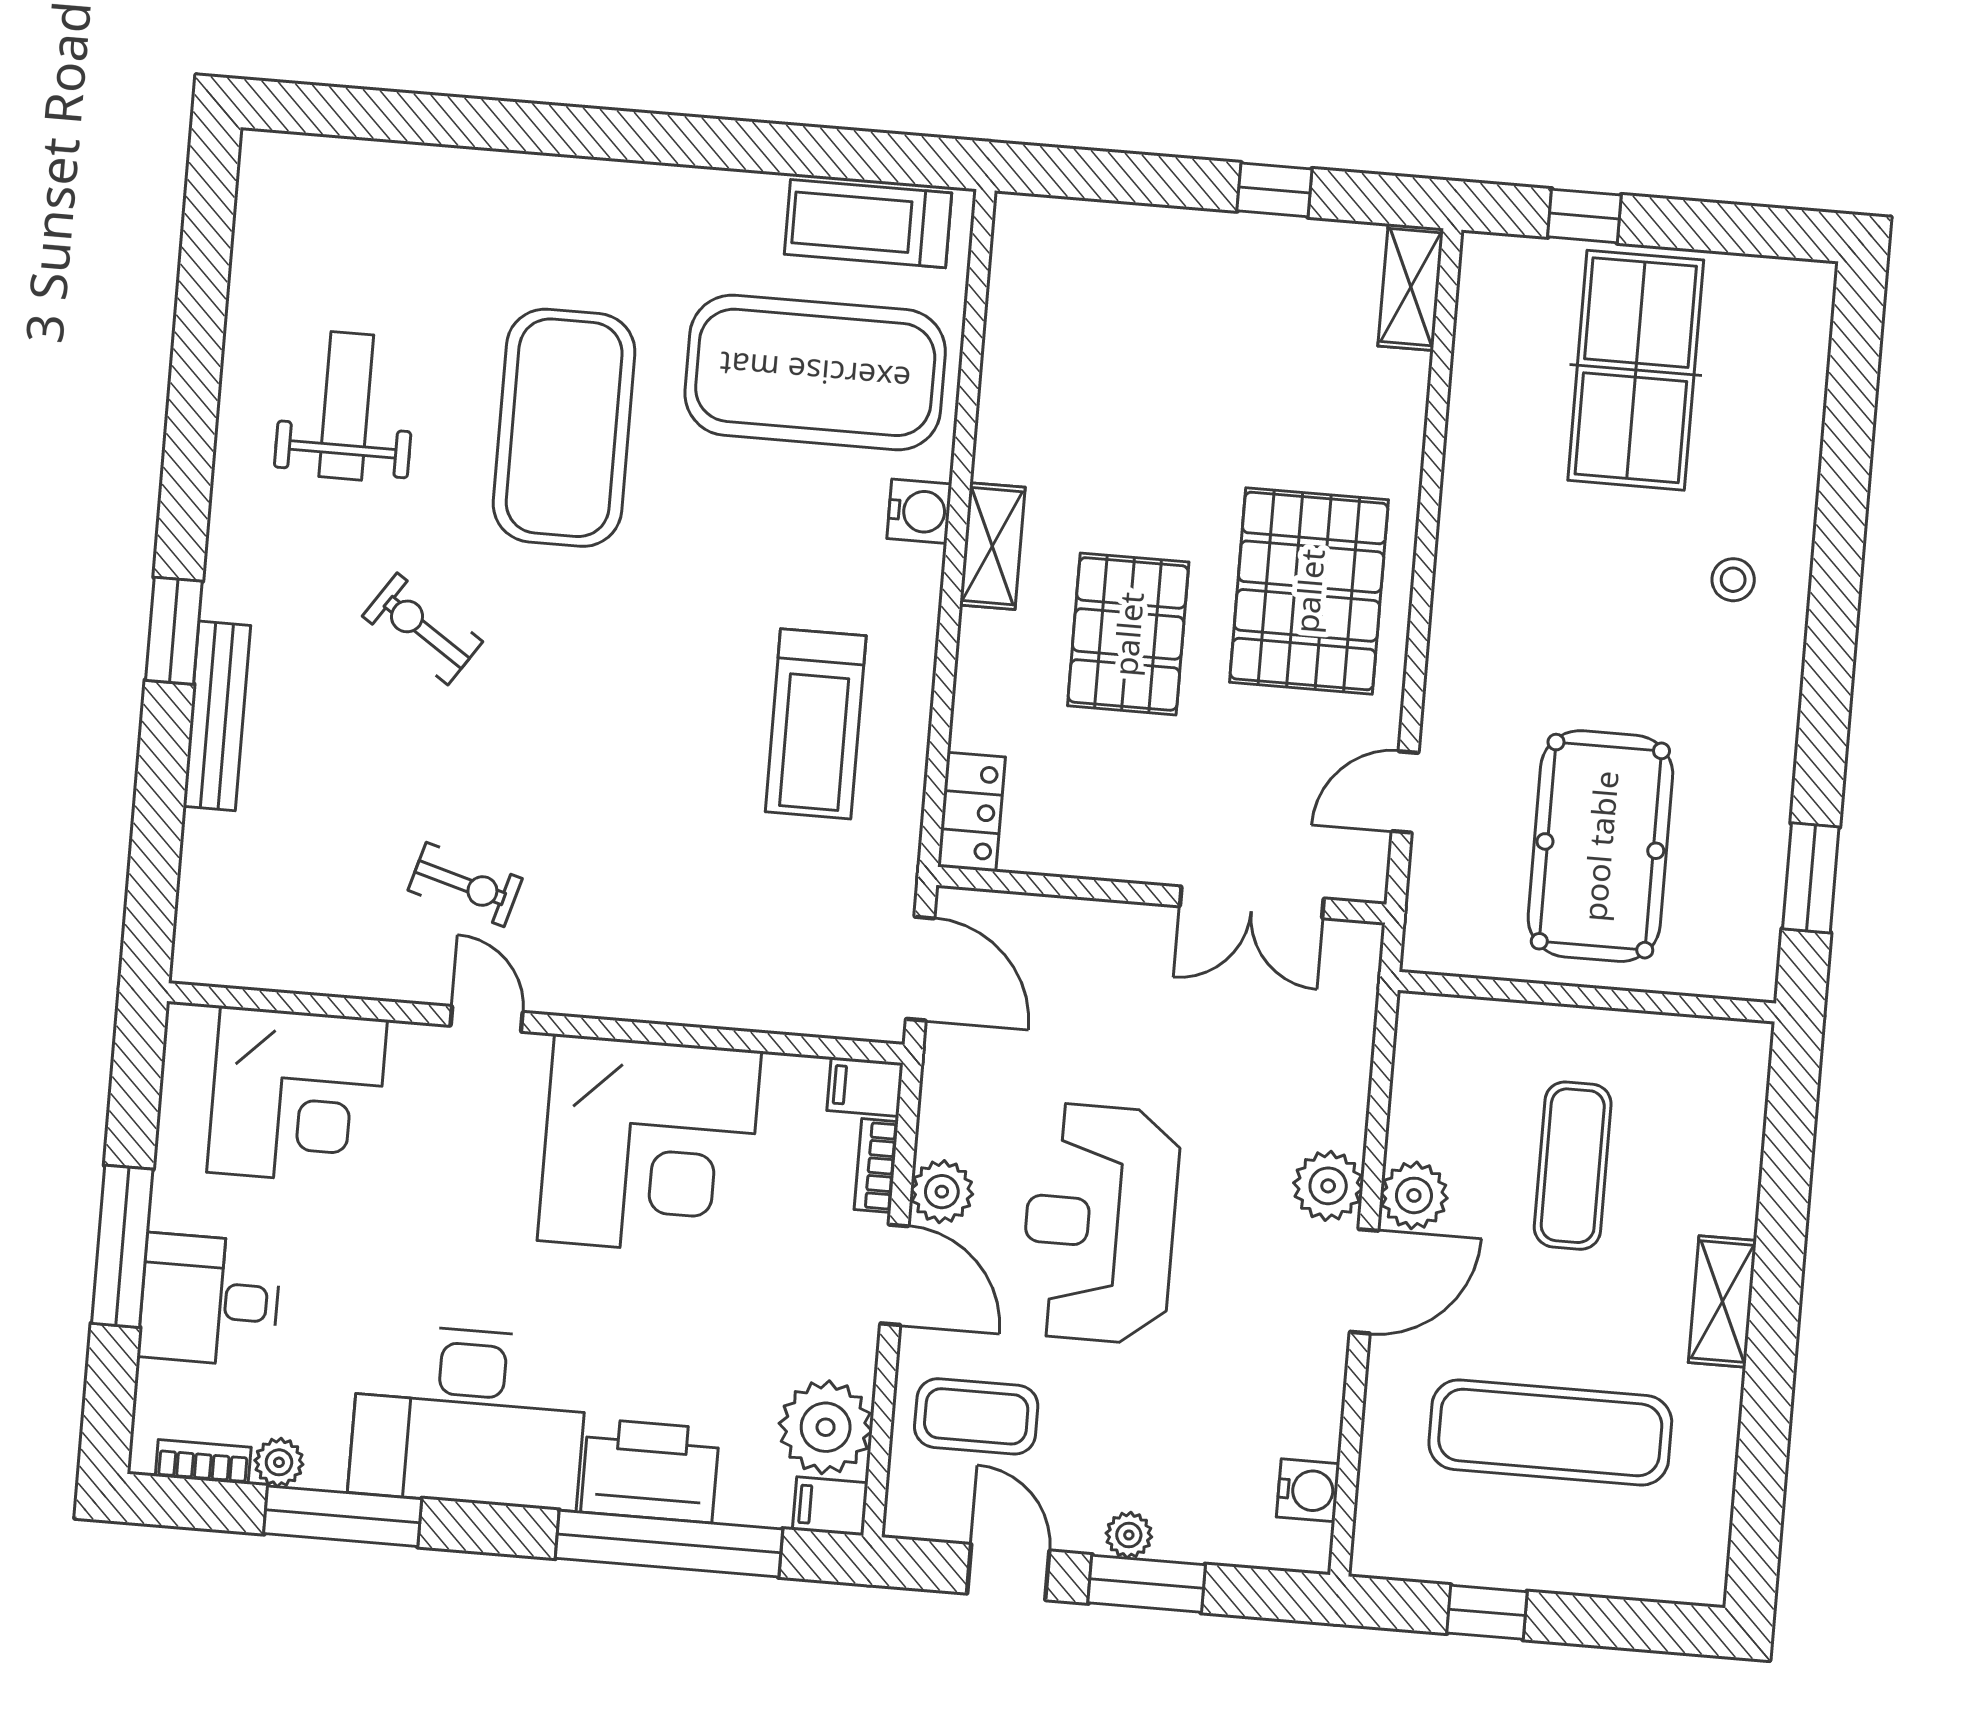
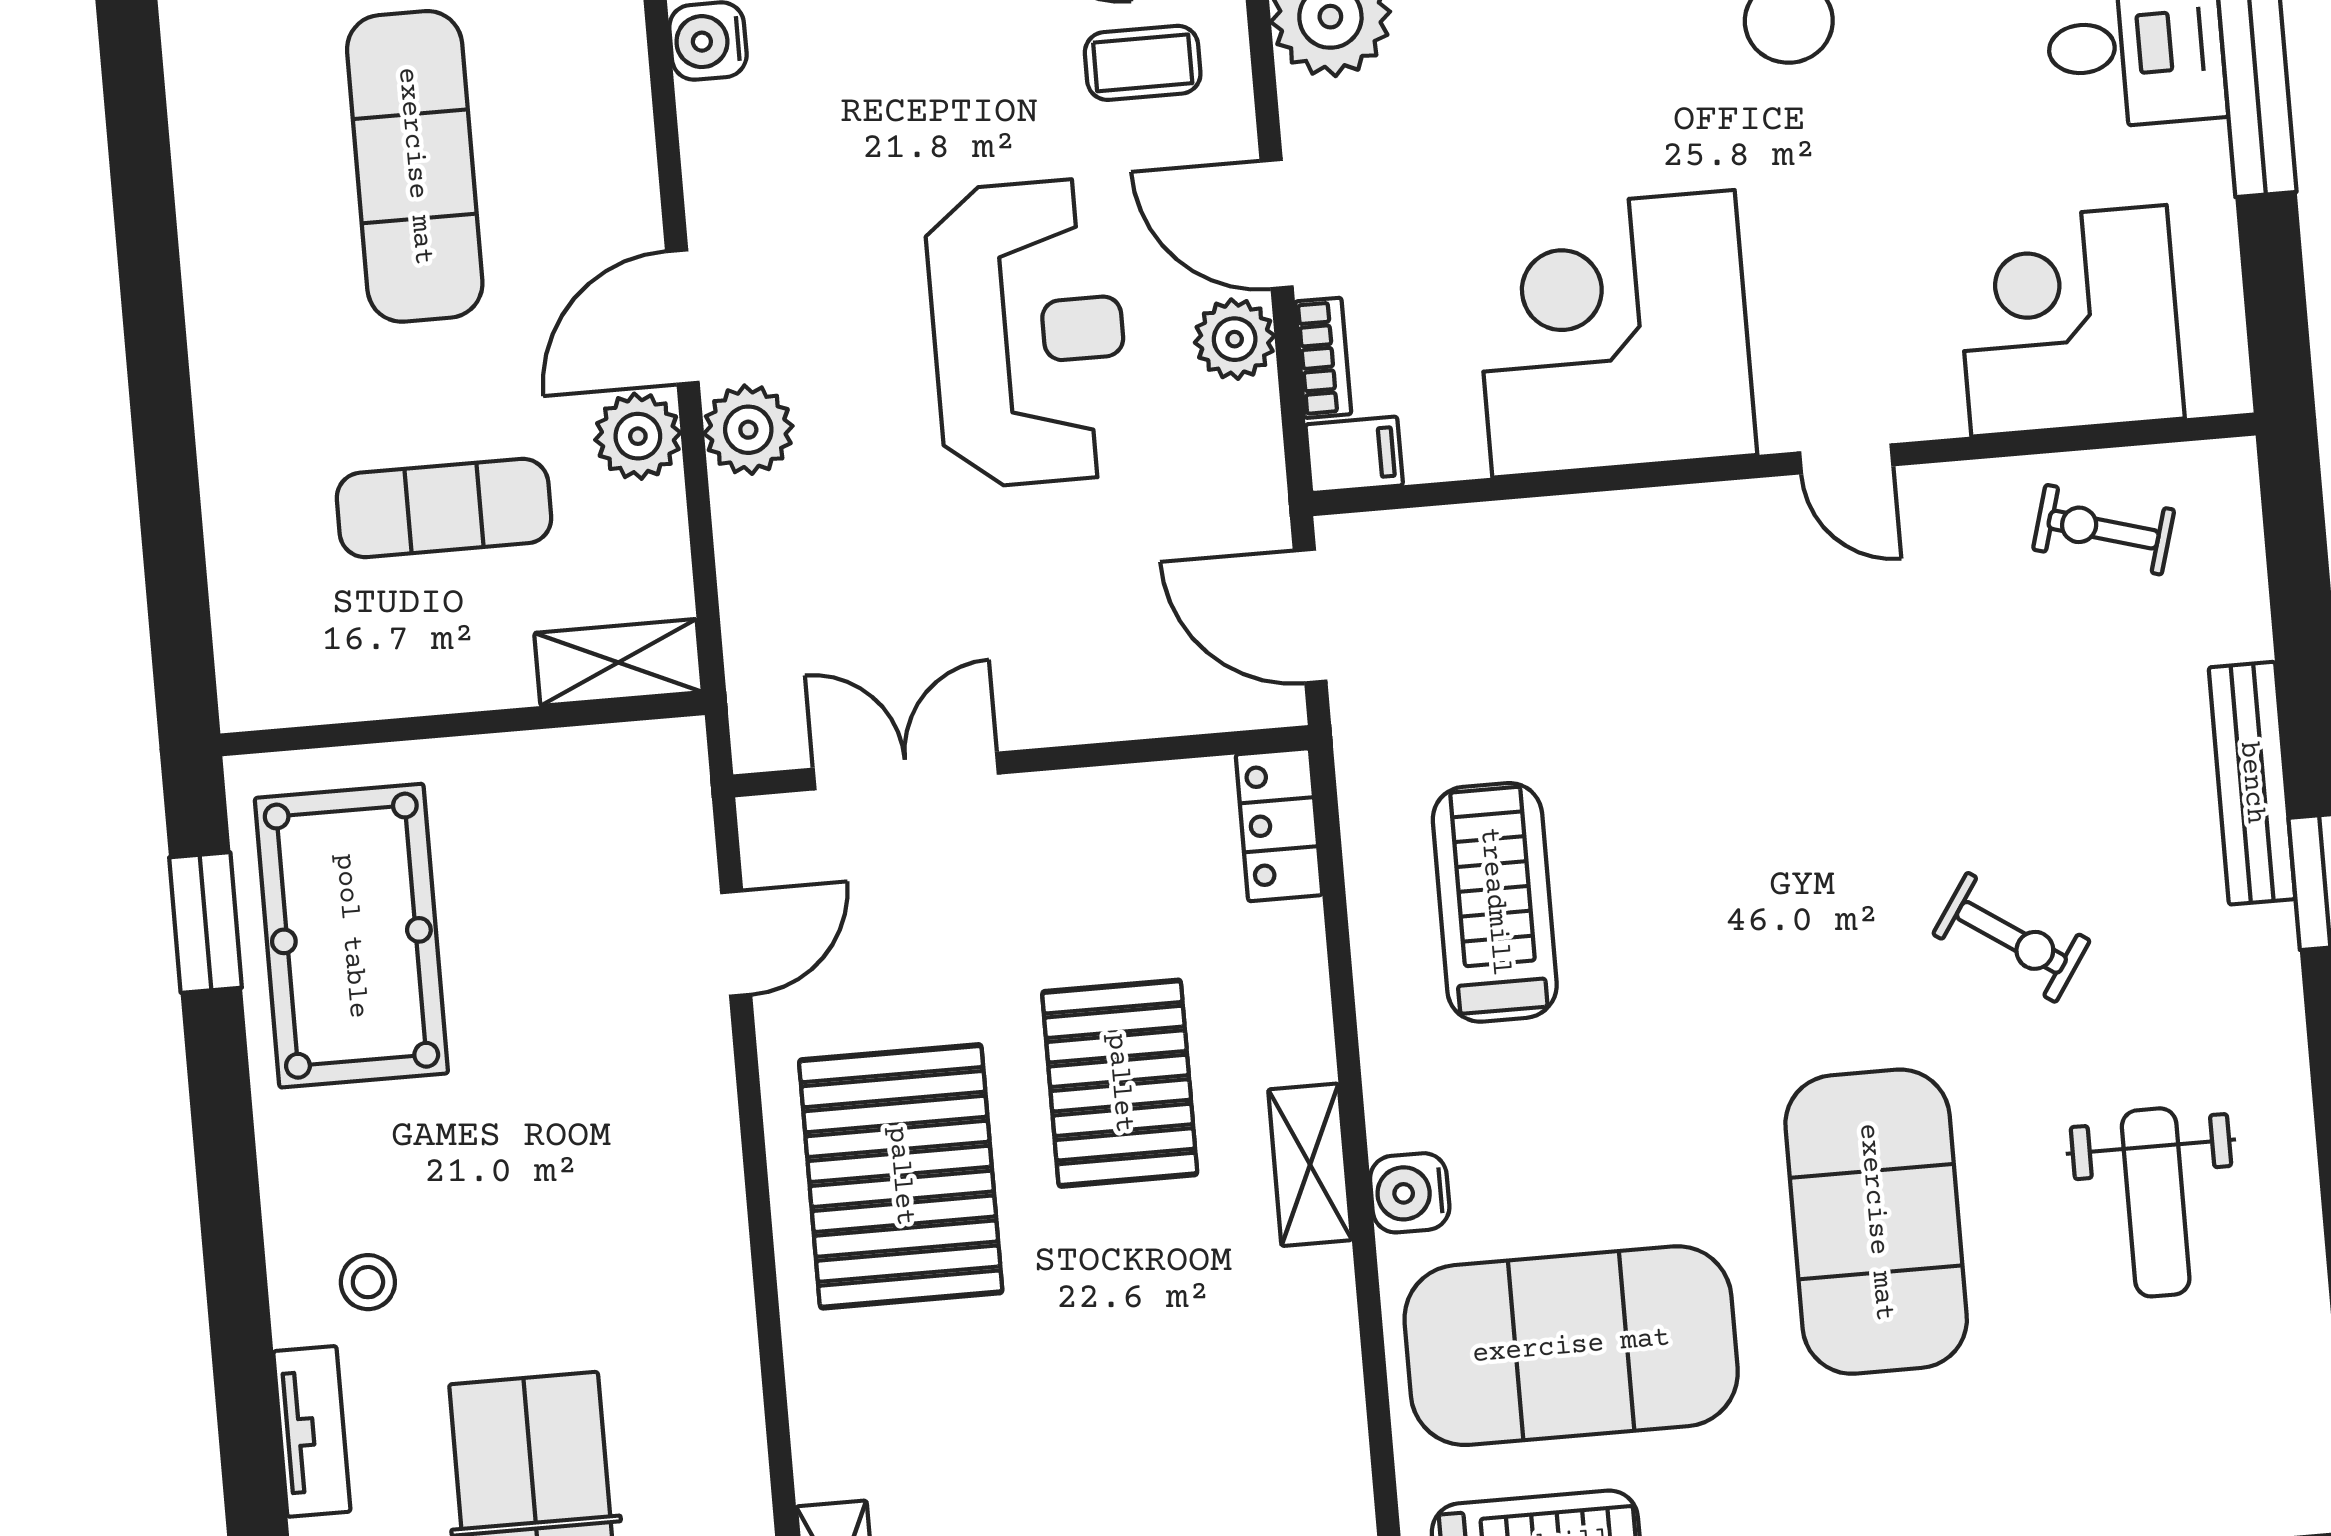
tv unit: (1796, 472) -> (312, 1431), added
pool table: (1600, 846) -> (351, 936), moved
exercise bike: (465, 884) -> (2104, 530), moved
exercise mat: (1573, 1166) -> (444, 508), turned 90
shelving: (1722, 1302) -> (619, 662), moved, turned 90
coffee table: (976, 1416) -> (1143, 63), width x0.73, depth x0.77
exercise mat: (1550, 1432) -> (415, 166), turned 90

